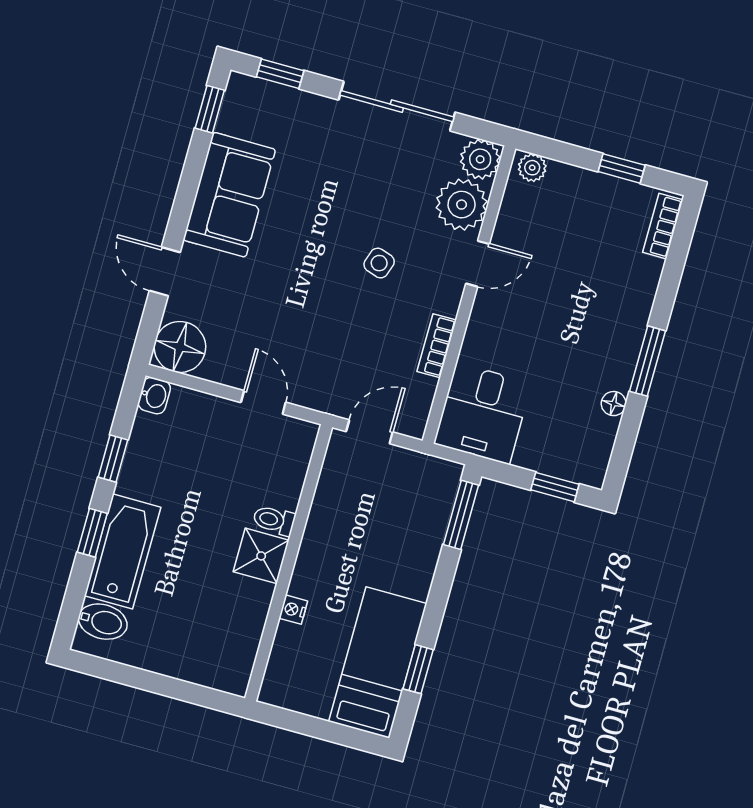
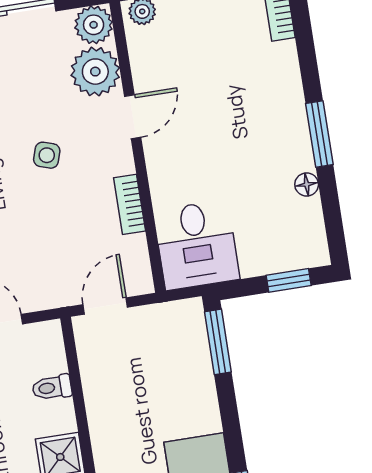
toilet: (274, 520) -> (52, 388), moved

